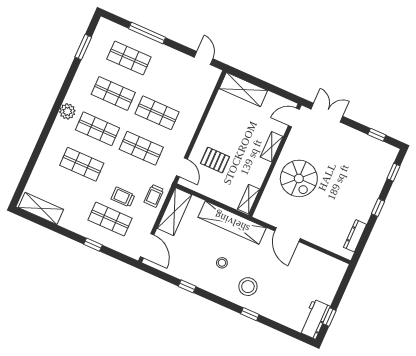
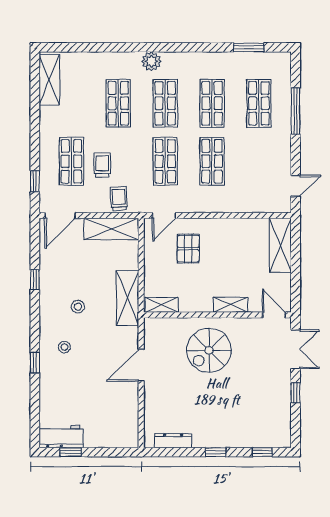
plant: (67, 111) -> (151, 61), moved
window: (377, 135) -> (296, 393), moved
trolley: (154, 196) -> (119, 199), turned 86
shelving: (232, 222) -> (128, 298), width x0.68
window: (93, 245) -> (35, 181), moved
stool: (248, 287) -> (64, 347), width x0.53, depth x0.53

